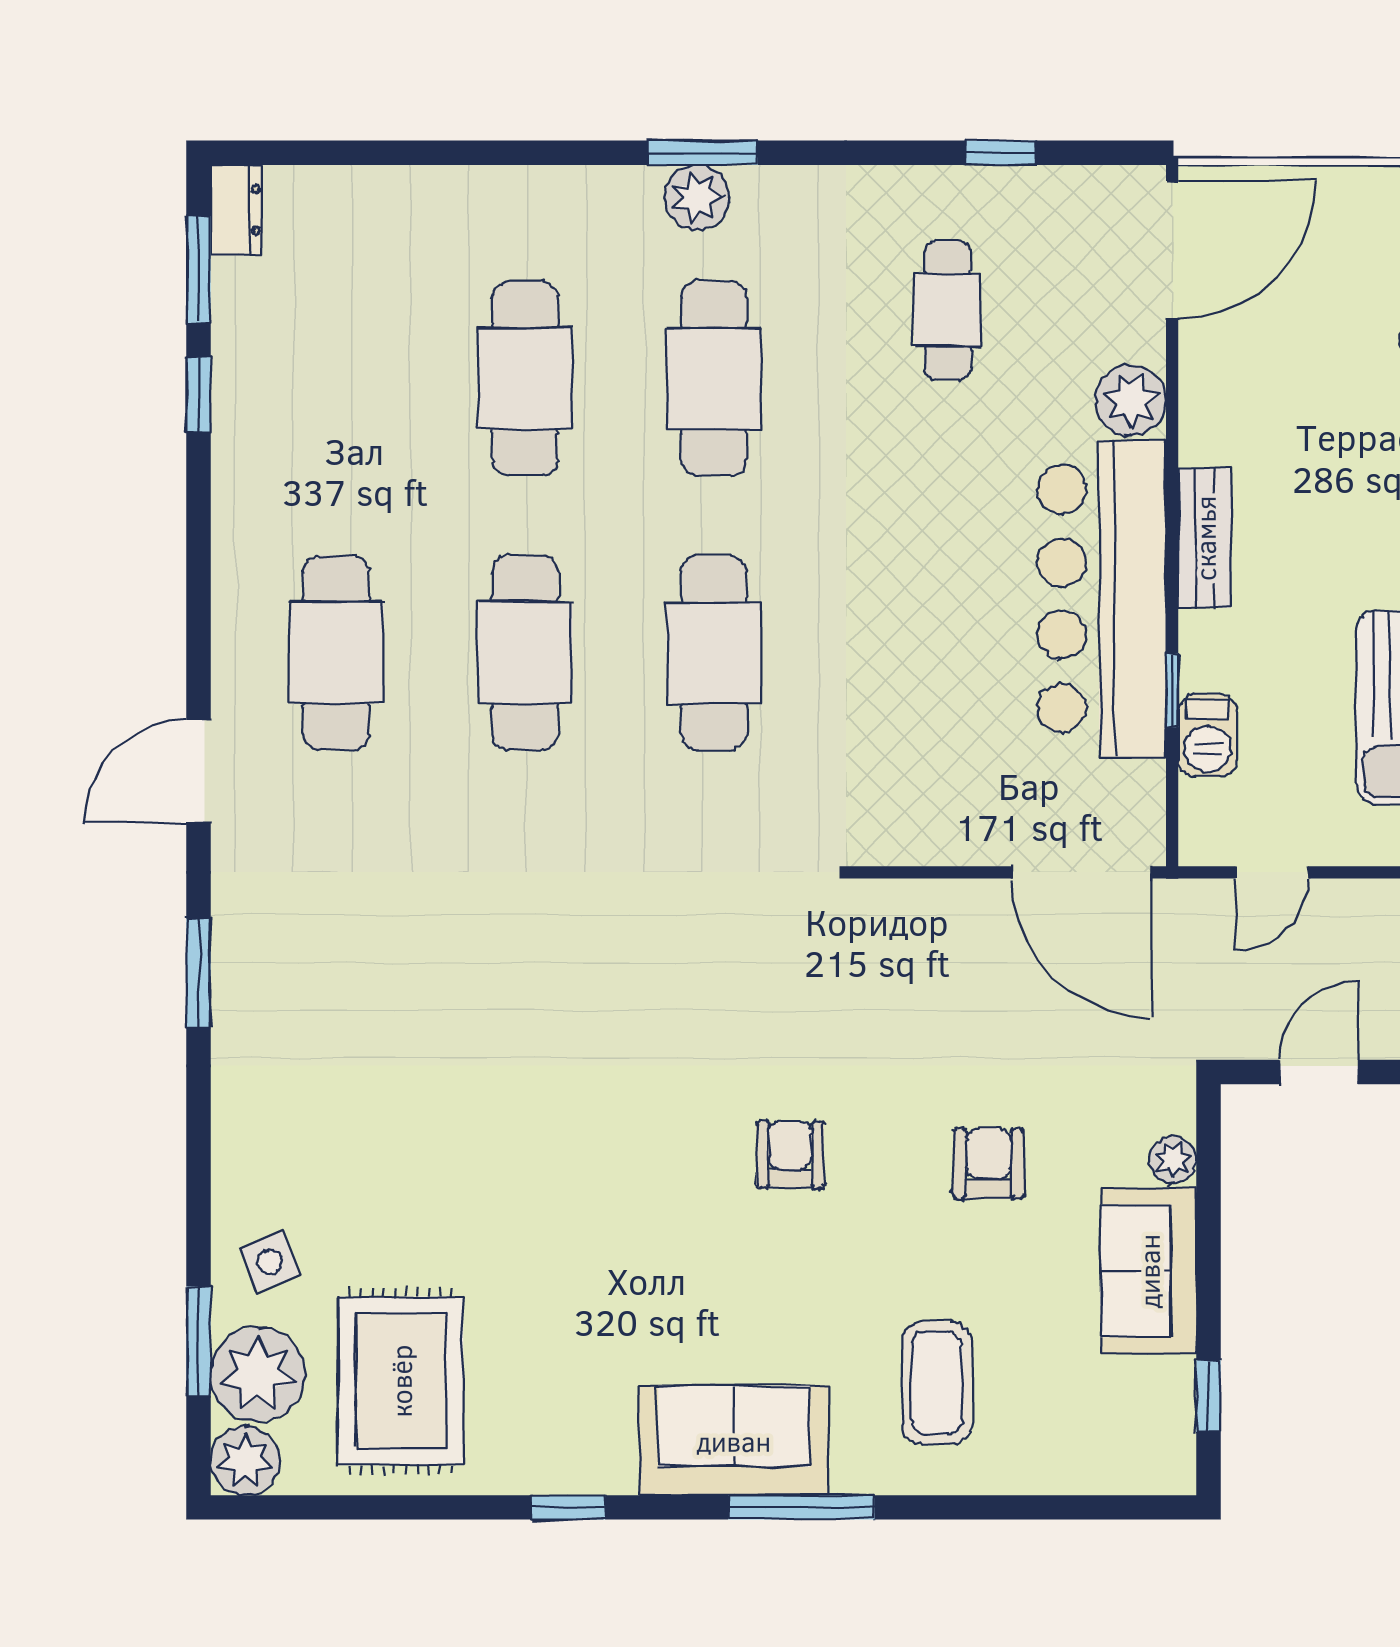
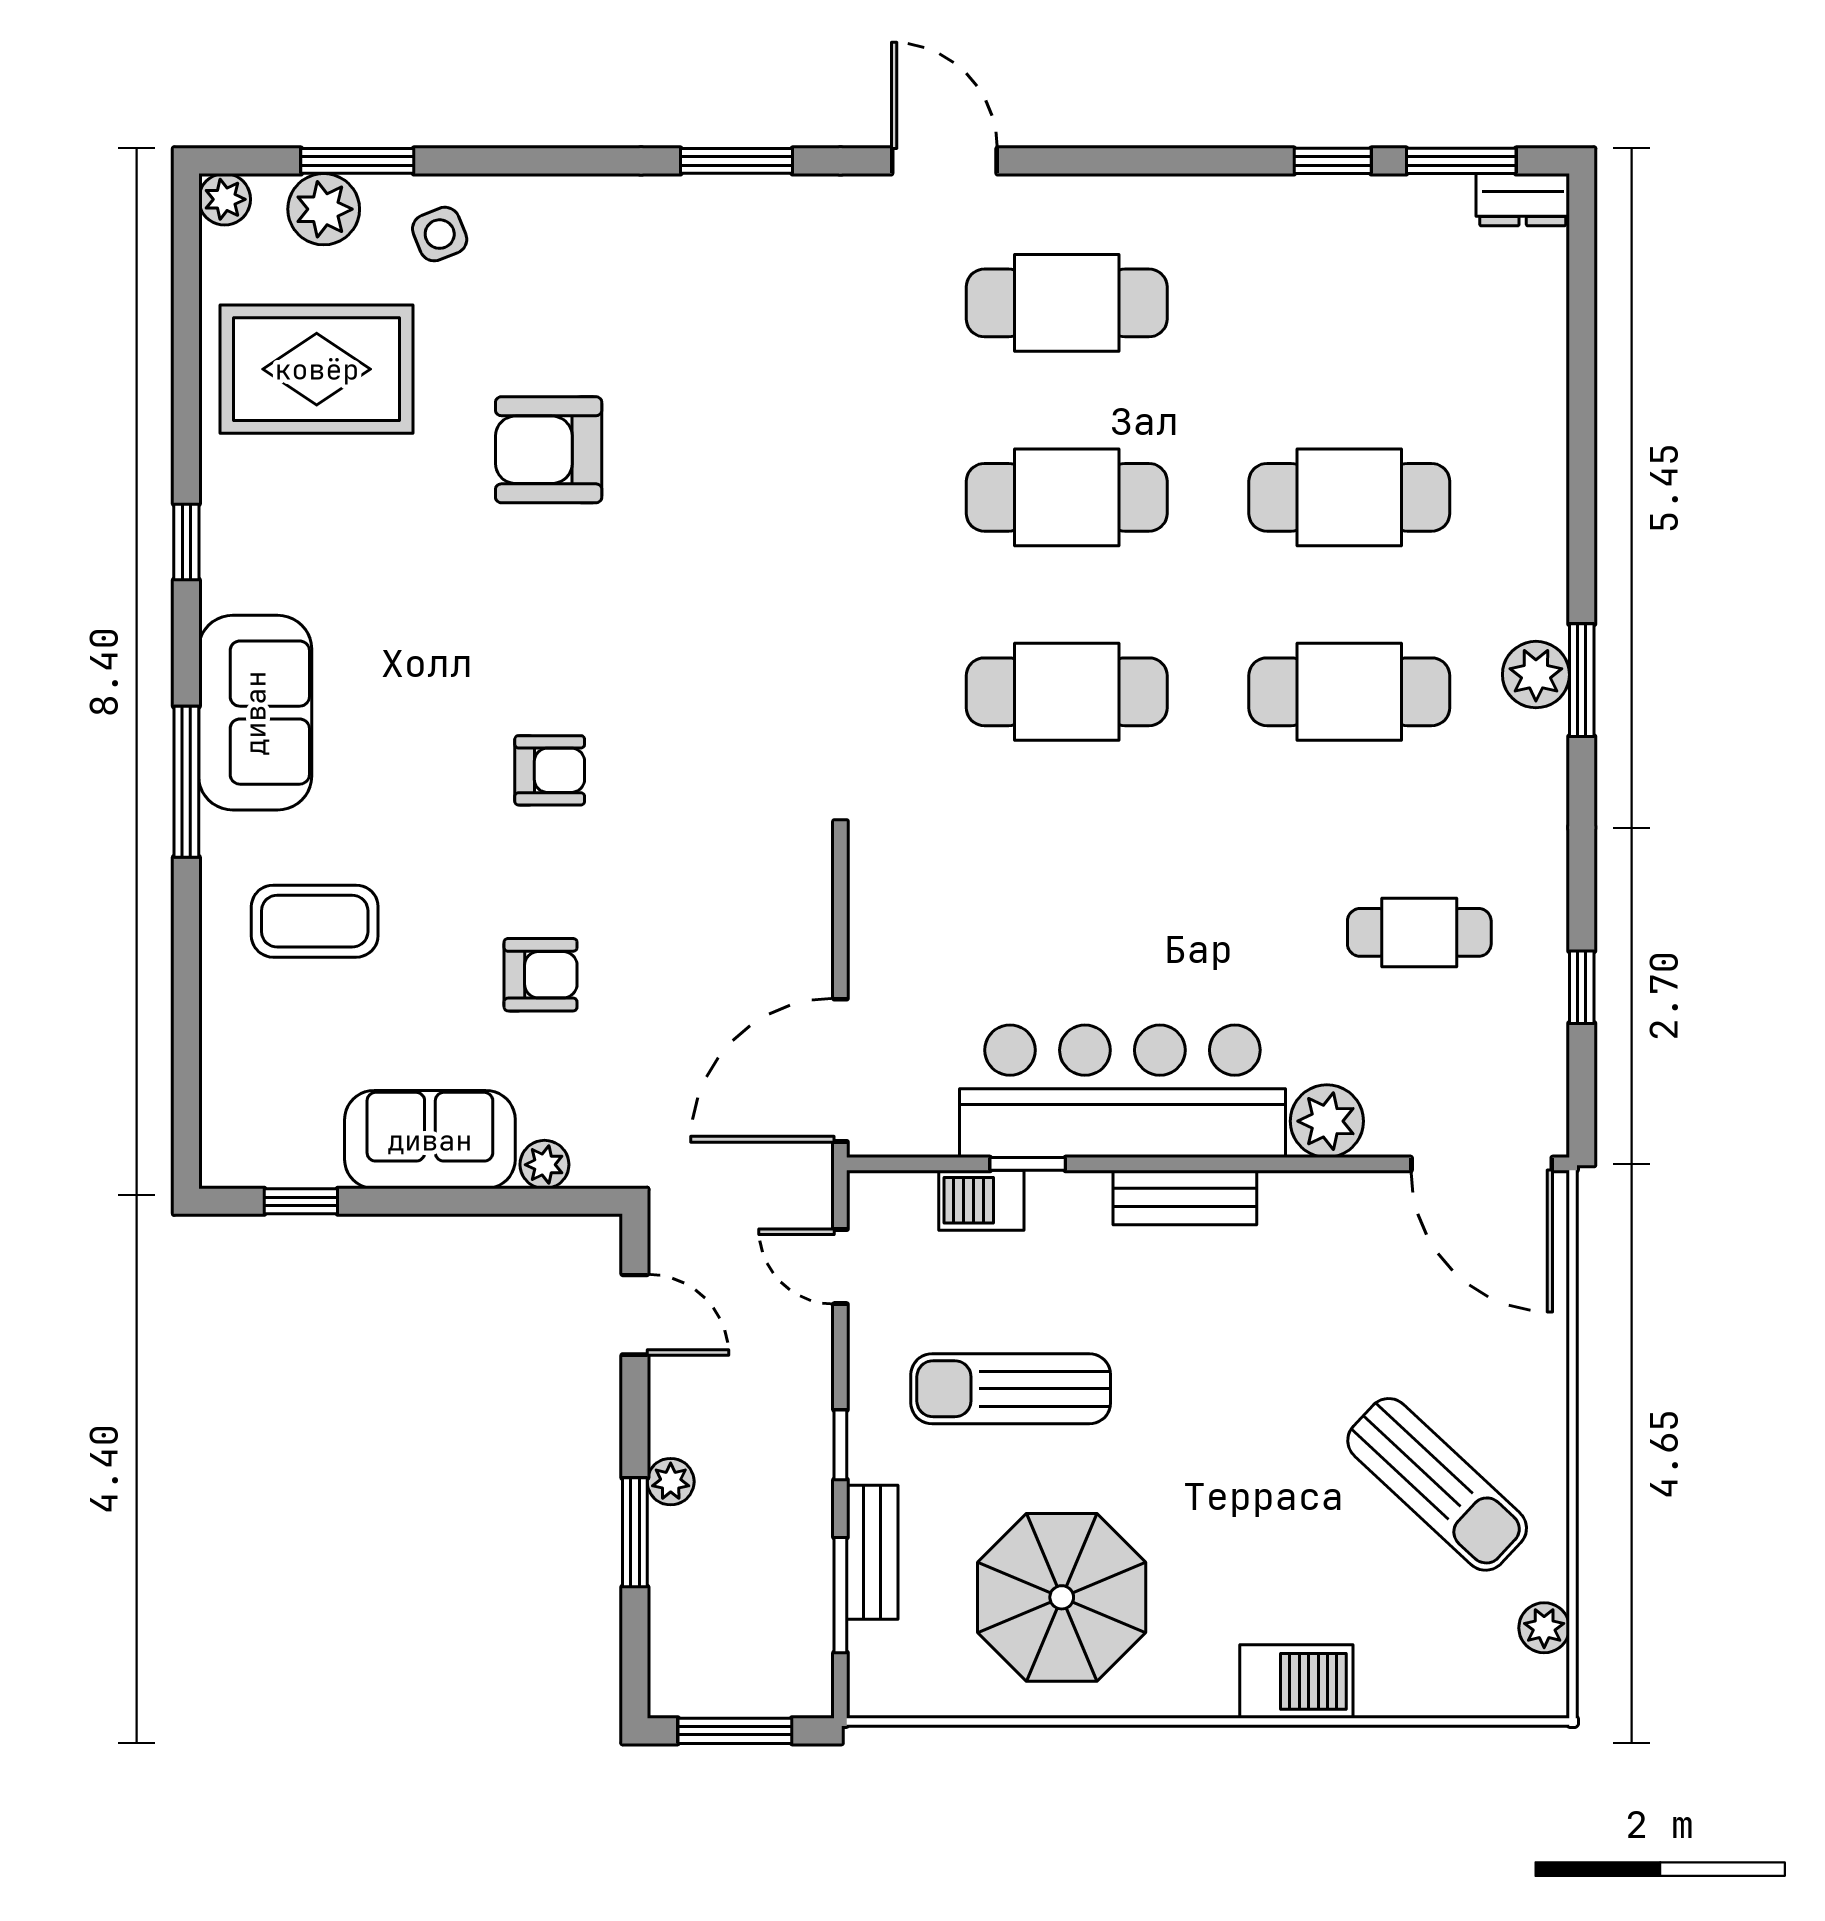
armchair: (479, 1156) -> (549, 450), added
plant: (258, 1374) -> (324, 209), width x0.73, depth x0.73
plant: (245, 1461) -> (225, 199), width x0.73, depth x0.73

